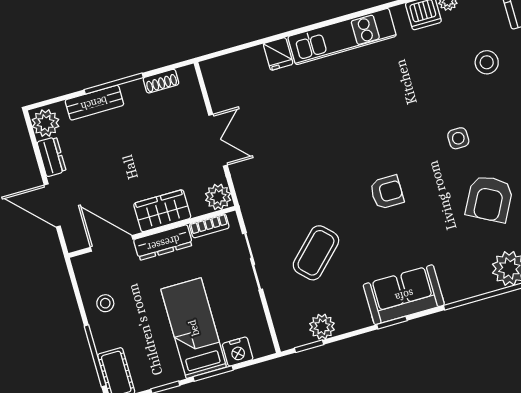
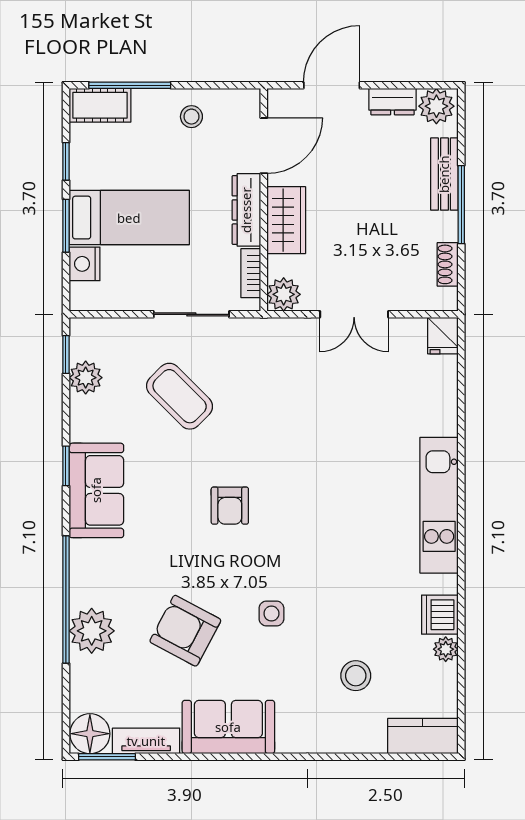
fridge: (278, 54) -> (443, 336), moved, turned -90

